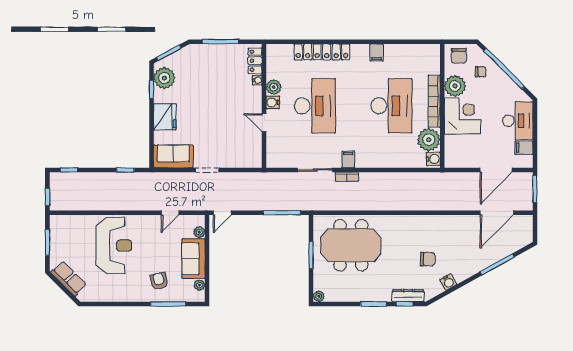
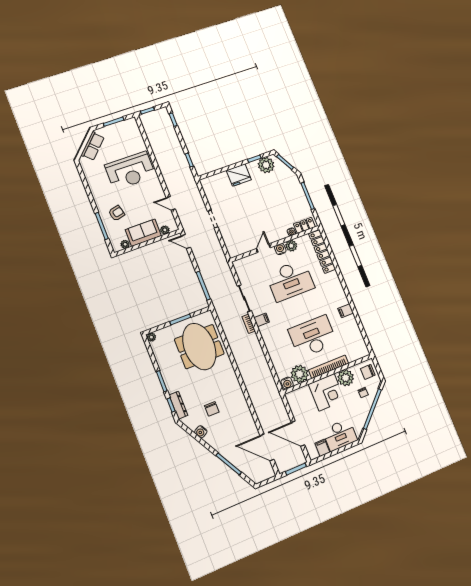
locker: (322, 52) -> (322, 251), moved
desk: (391, 106) -> (313, 337), turned 180
sofa: (173, 156) -> (213, 191), removed

